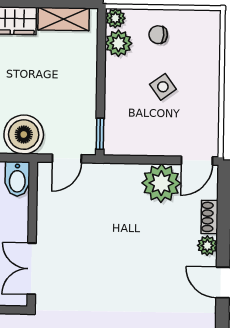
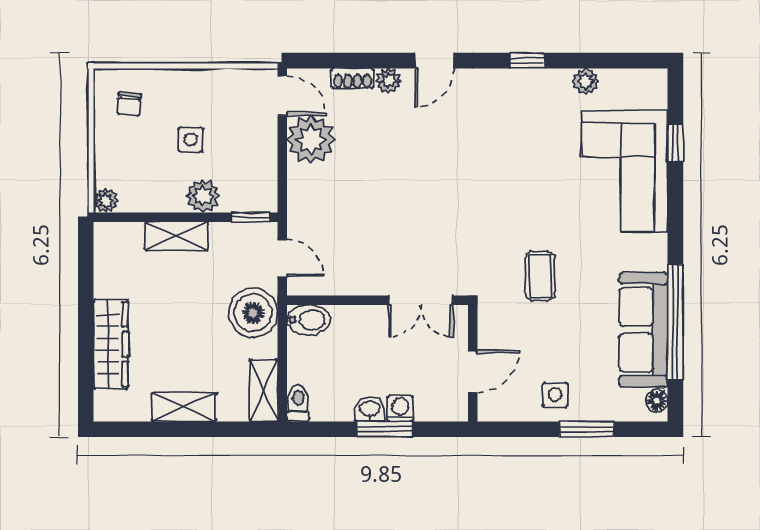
shelving: (64, 19) -> (177, 236), moved, turned 90
chair: (158, 35) -> (129, 104), moved
plant: (118, 43) -> (203, 196), moved
side table: (163, 87) -> (191, 140), turned 36

